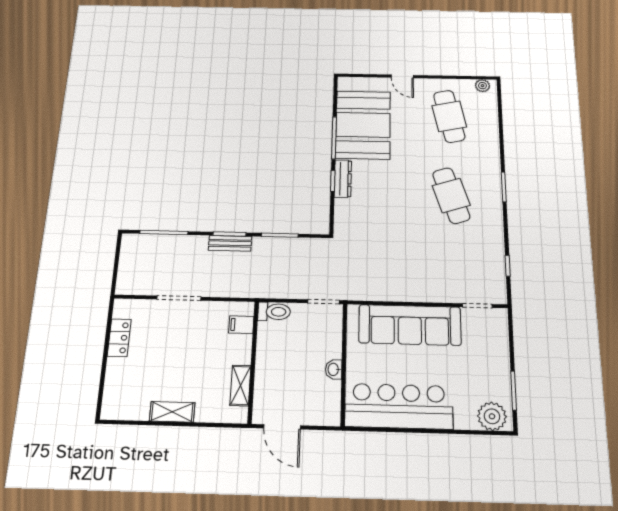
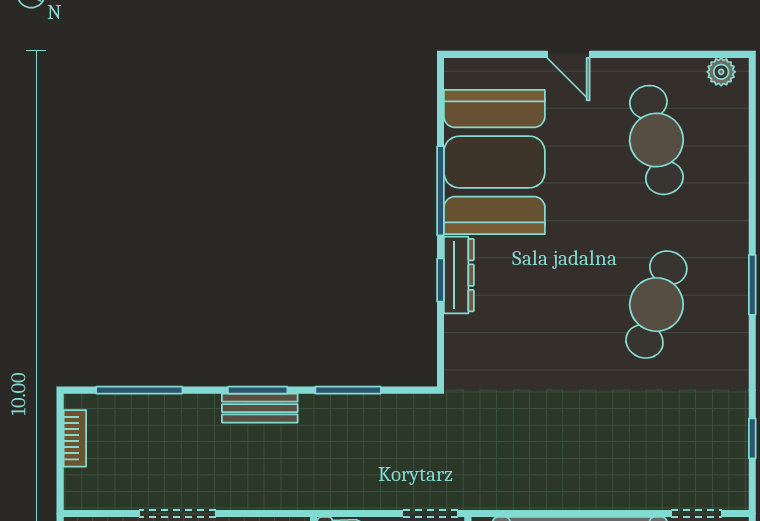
cafe table: (451, 196) -> (656, 305), turned 36
bookcase: (125, 257) -> (75, 438), added

